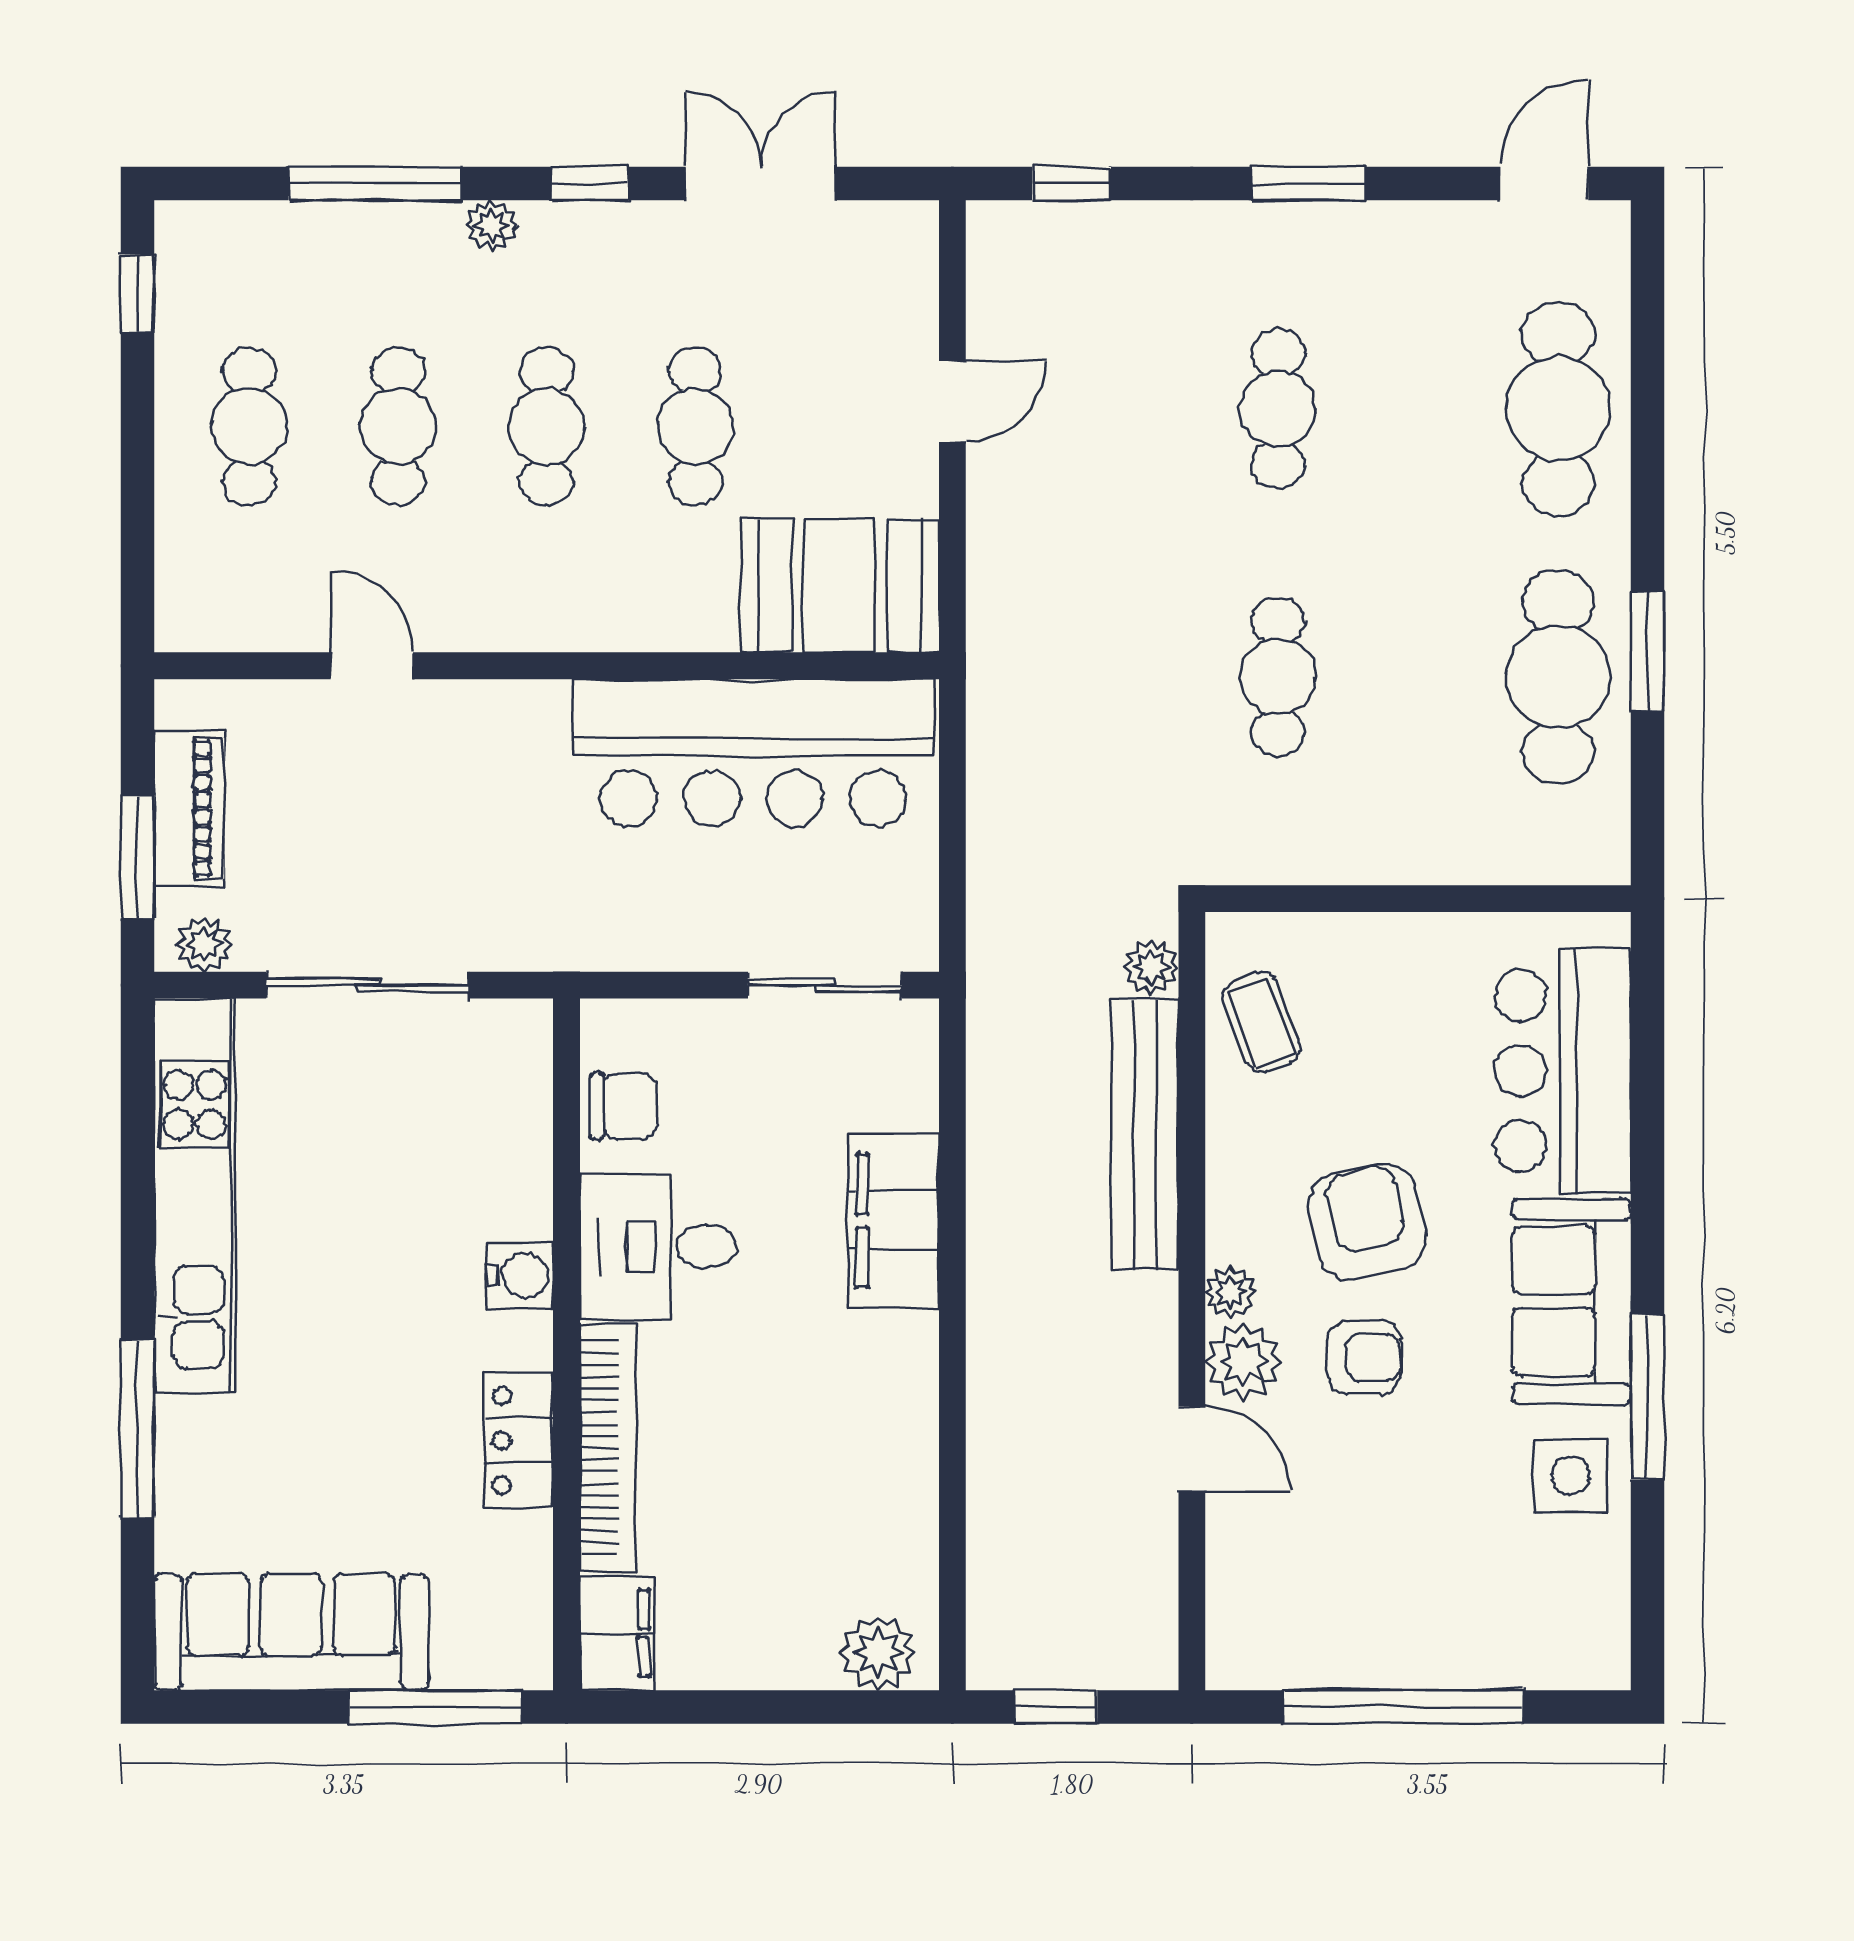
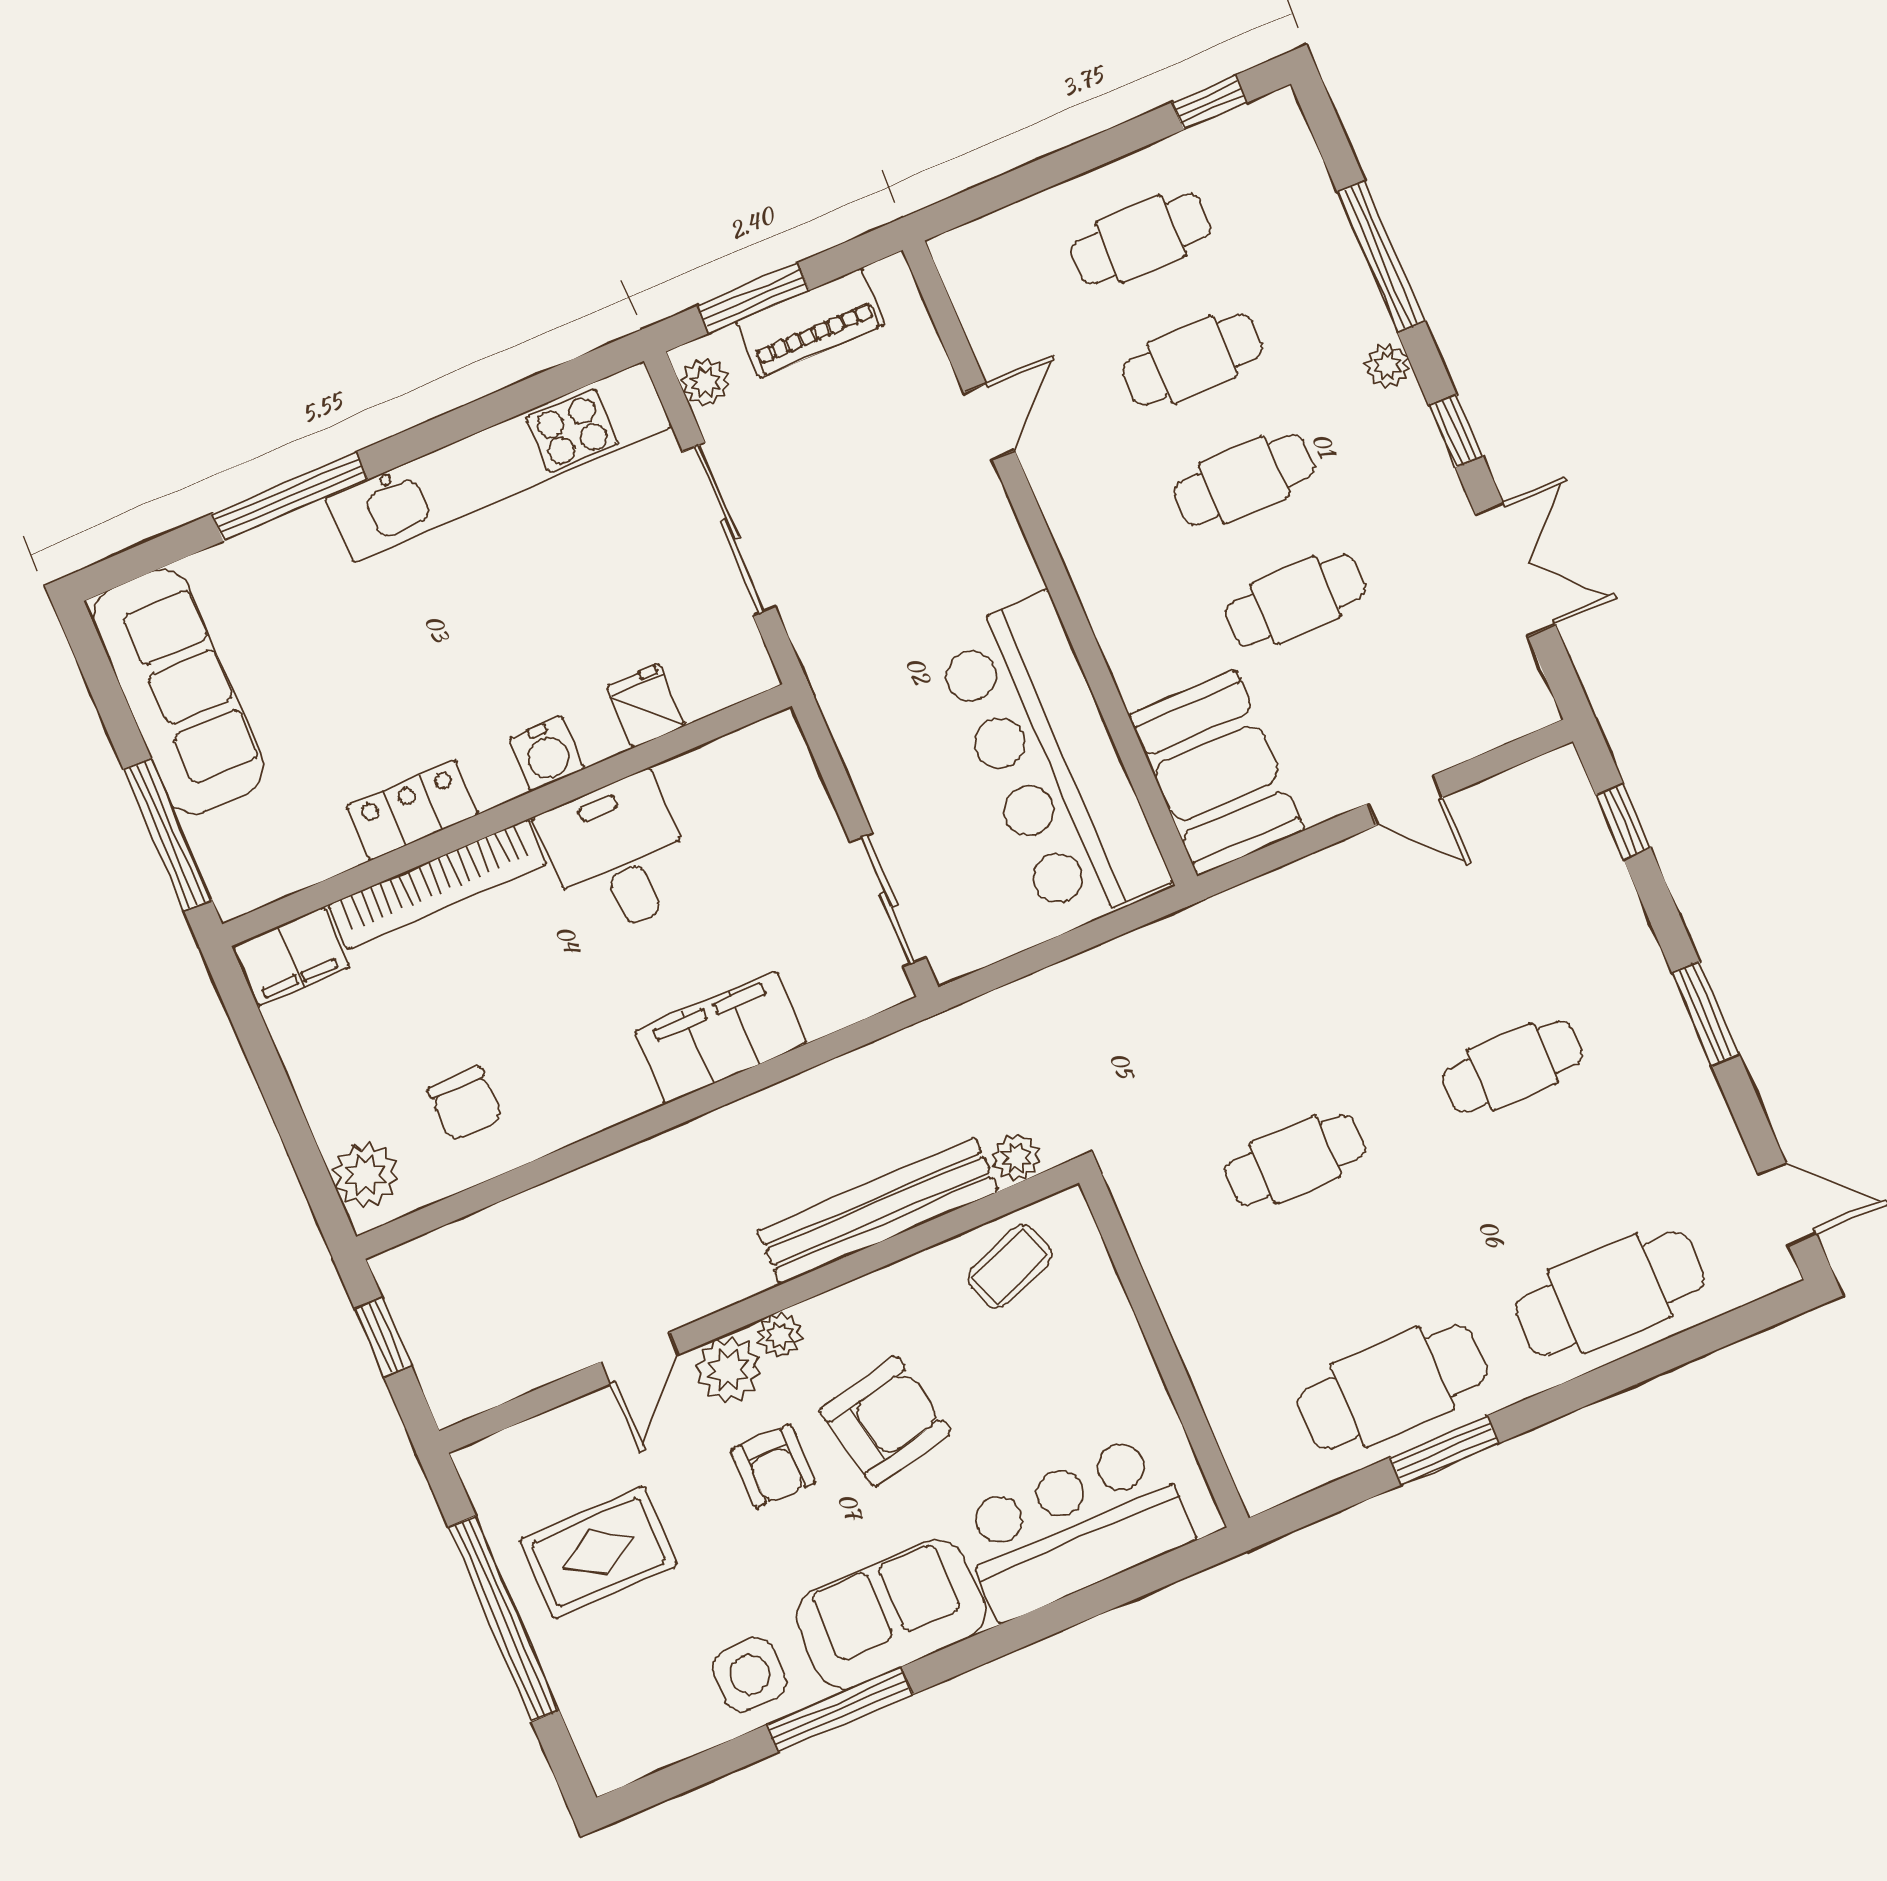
chair: (623, 1106) -> (465, 1104), moved
fridge: (514, 1151) -> (646, 706), added
rug: (1376, 1578) -> (599, 1552), added

